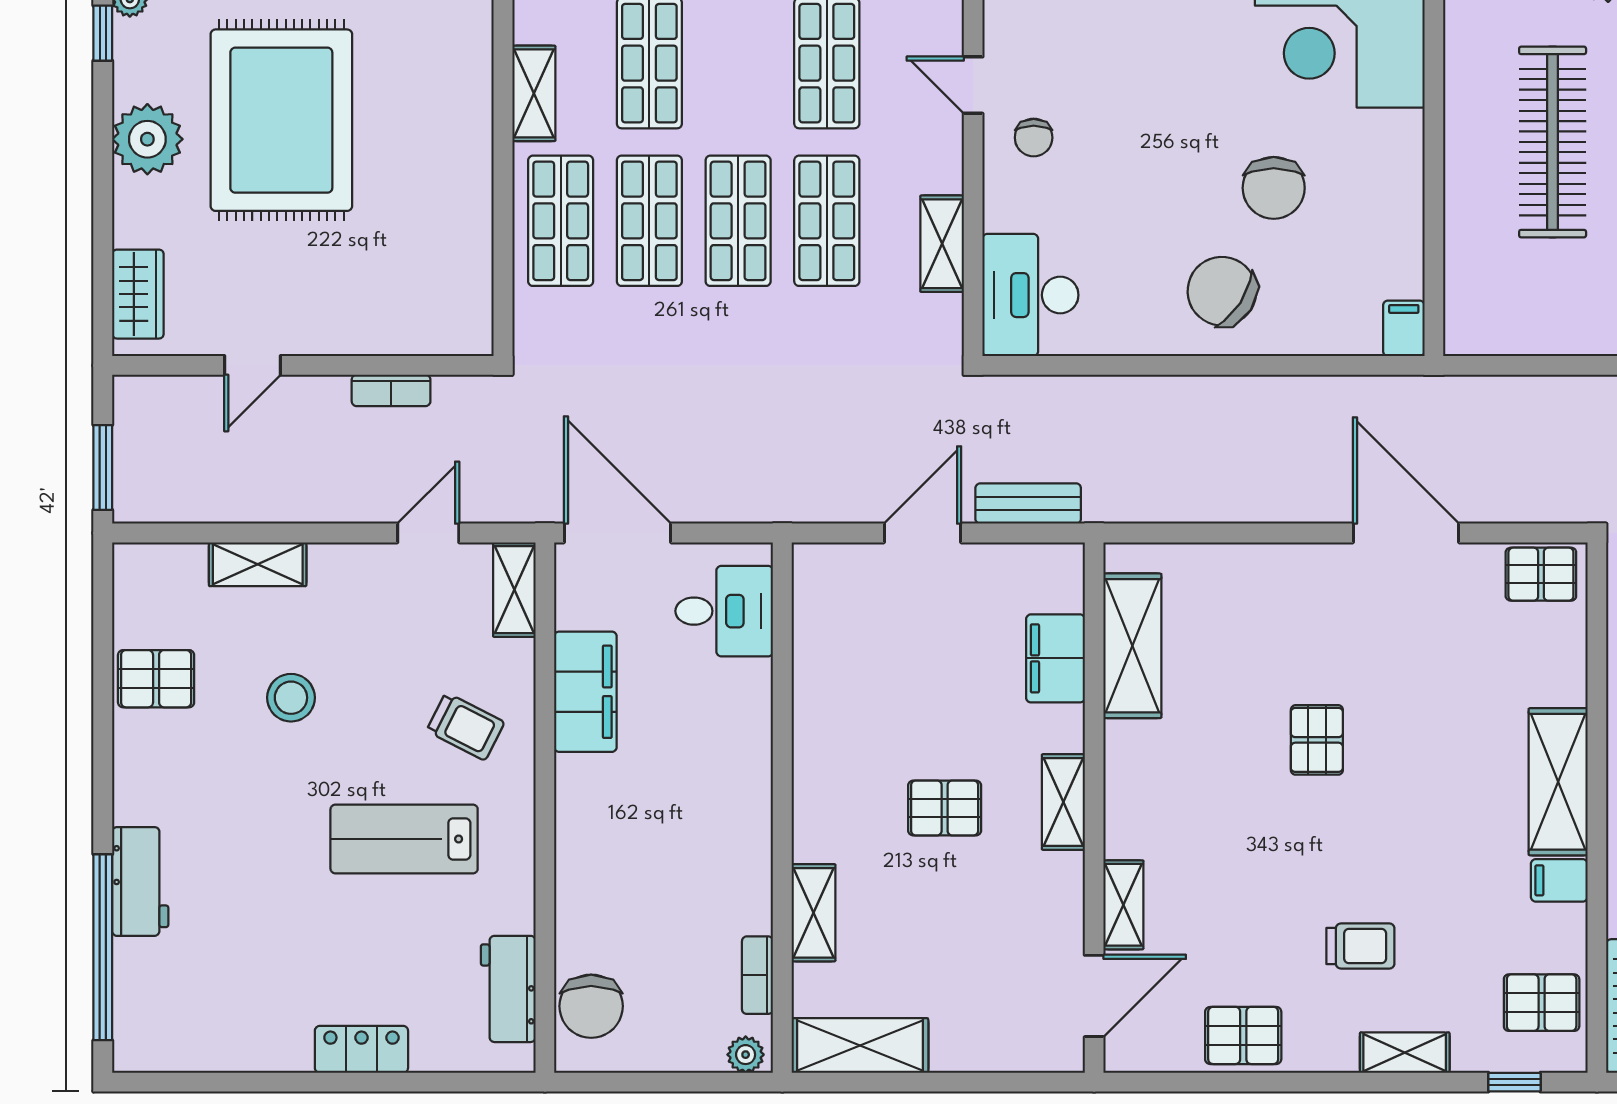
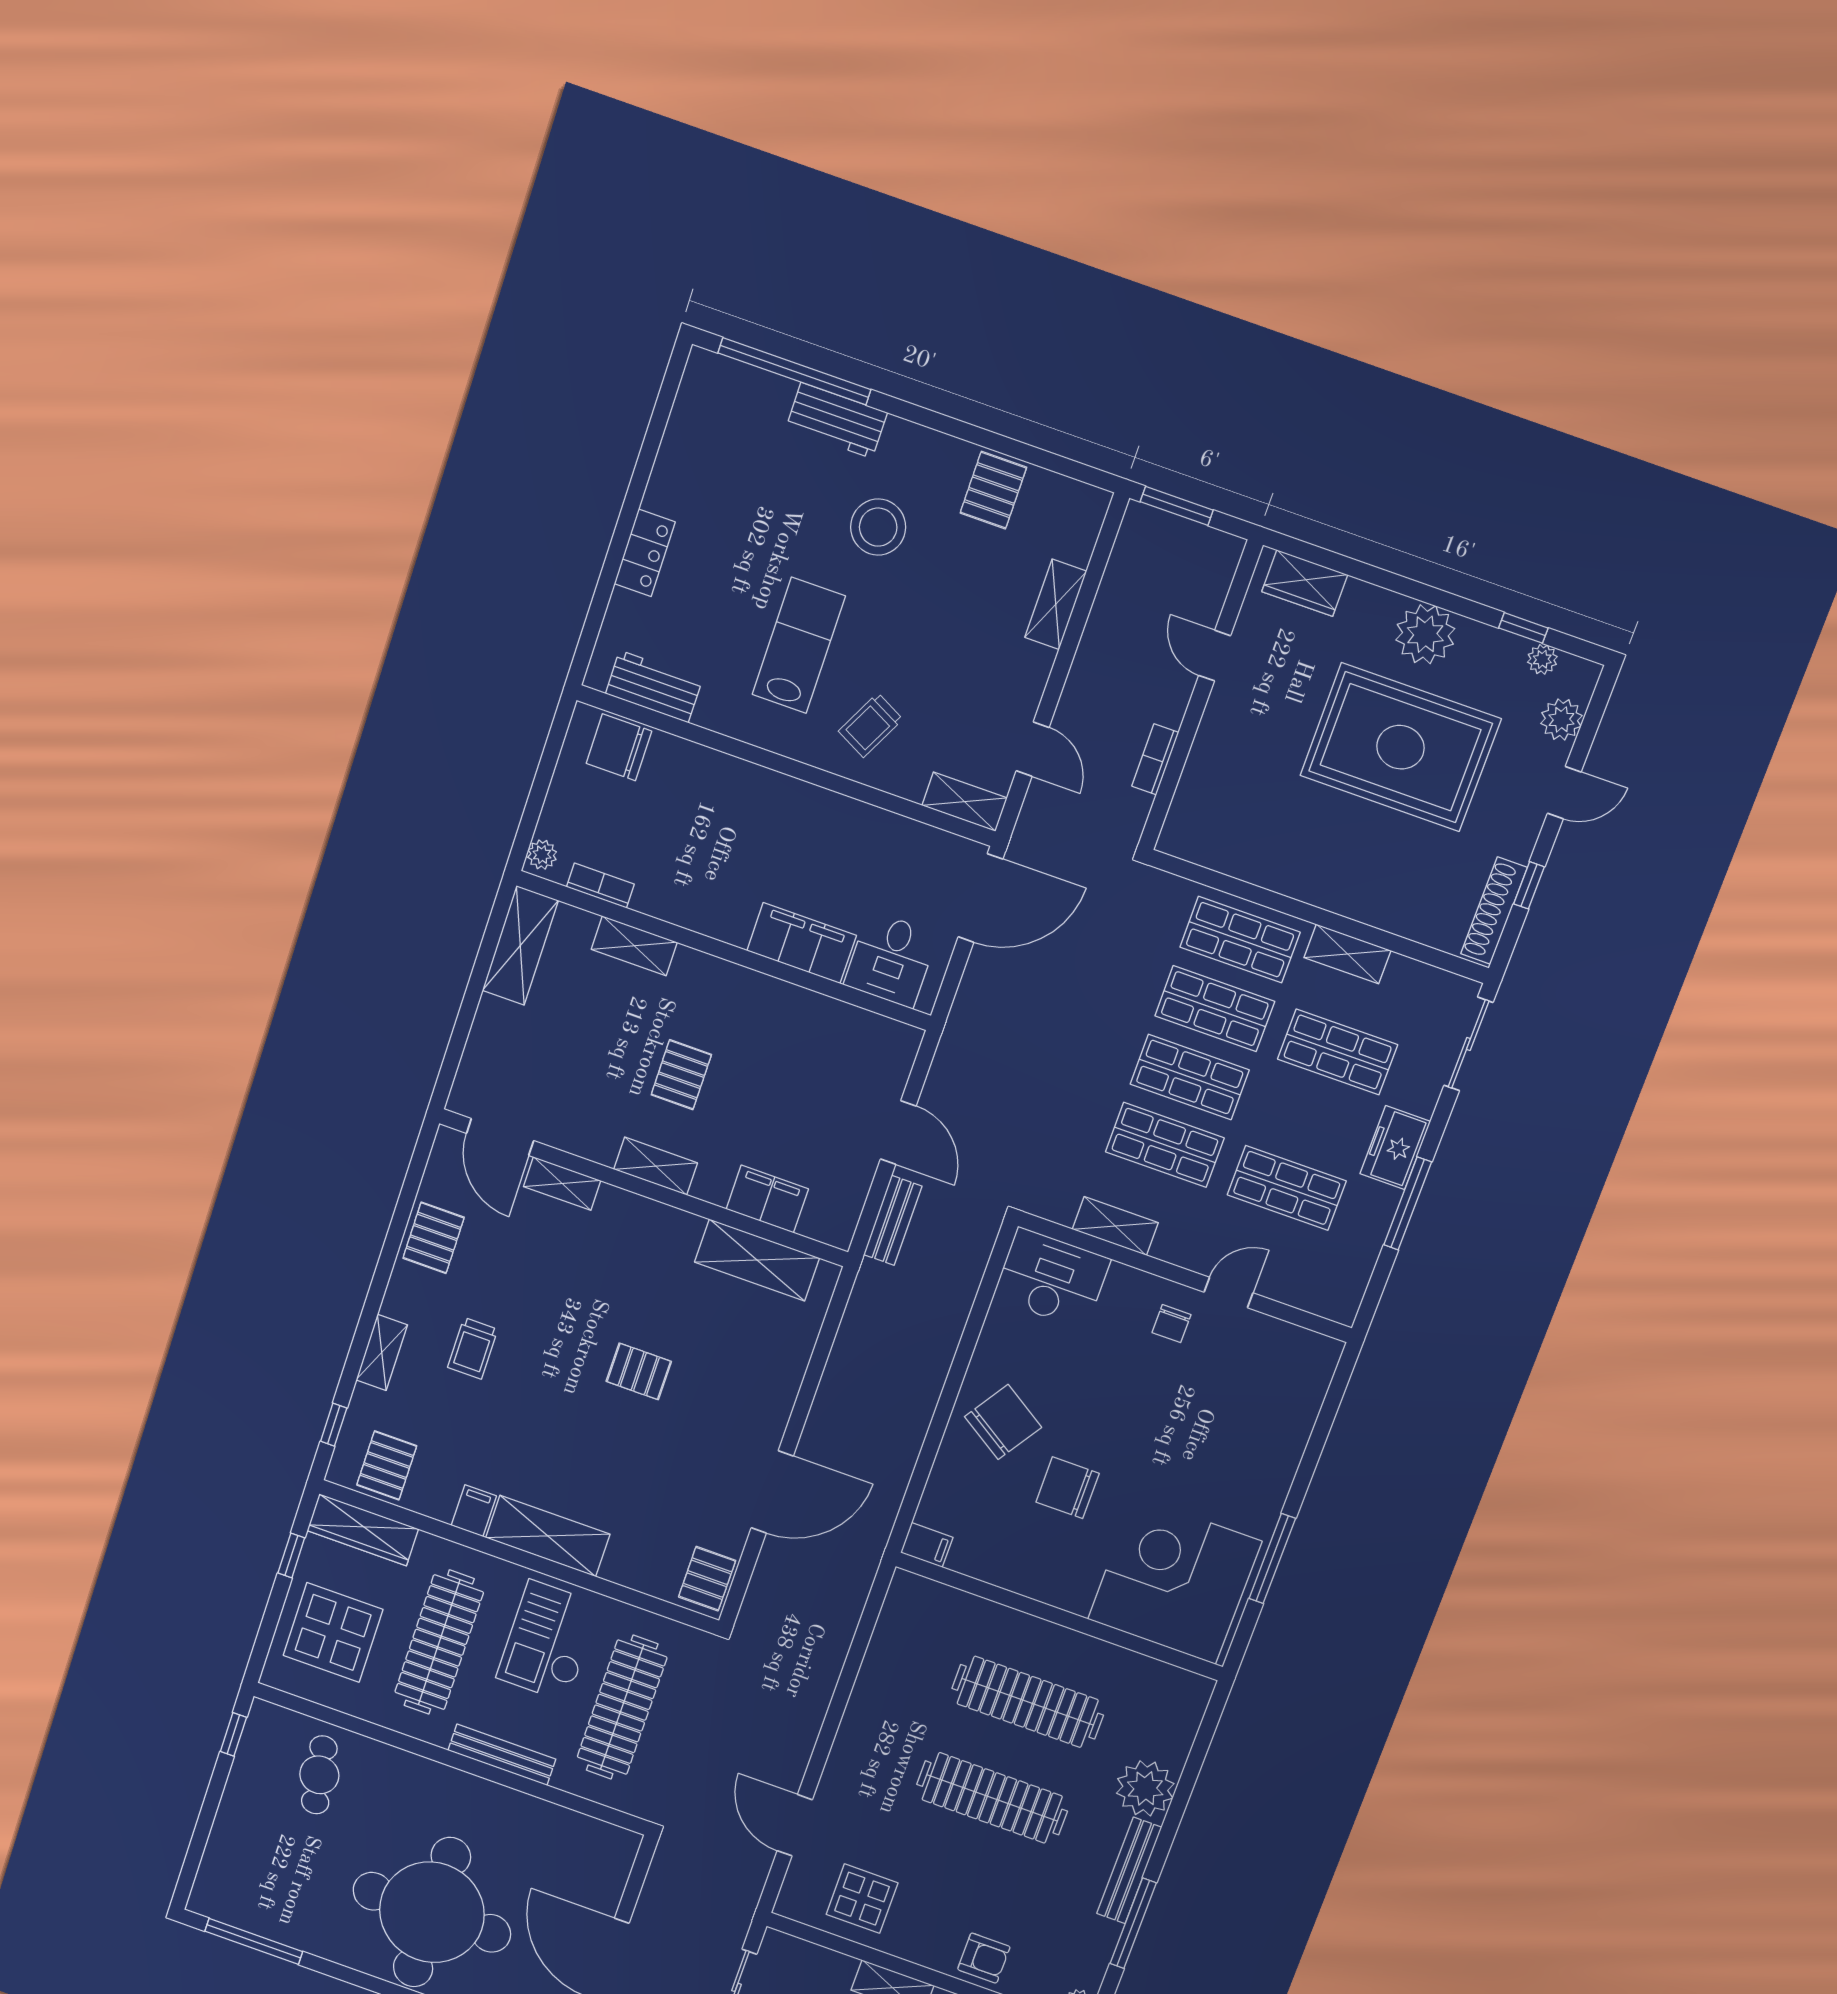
chair: (1034, 138) -> (1171, 1324), turned -90
filing cabinet: (585, 692) -> (802, 943), moved, turned 180
stool: (291, 698) -> (878, 527), moved, width x1.38, depth x1.38

